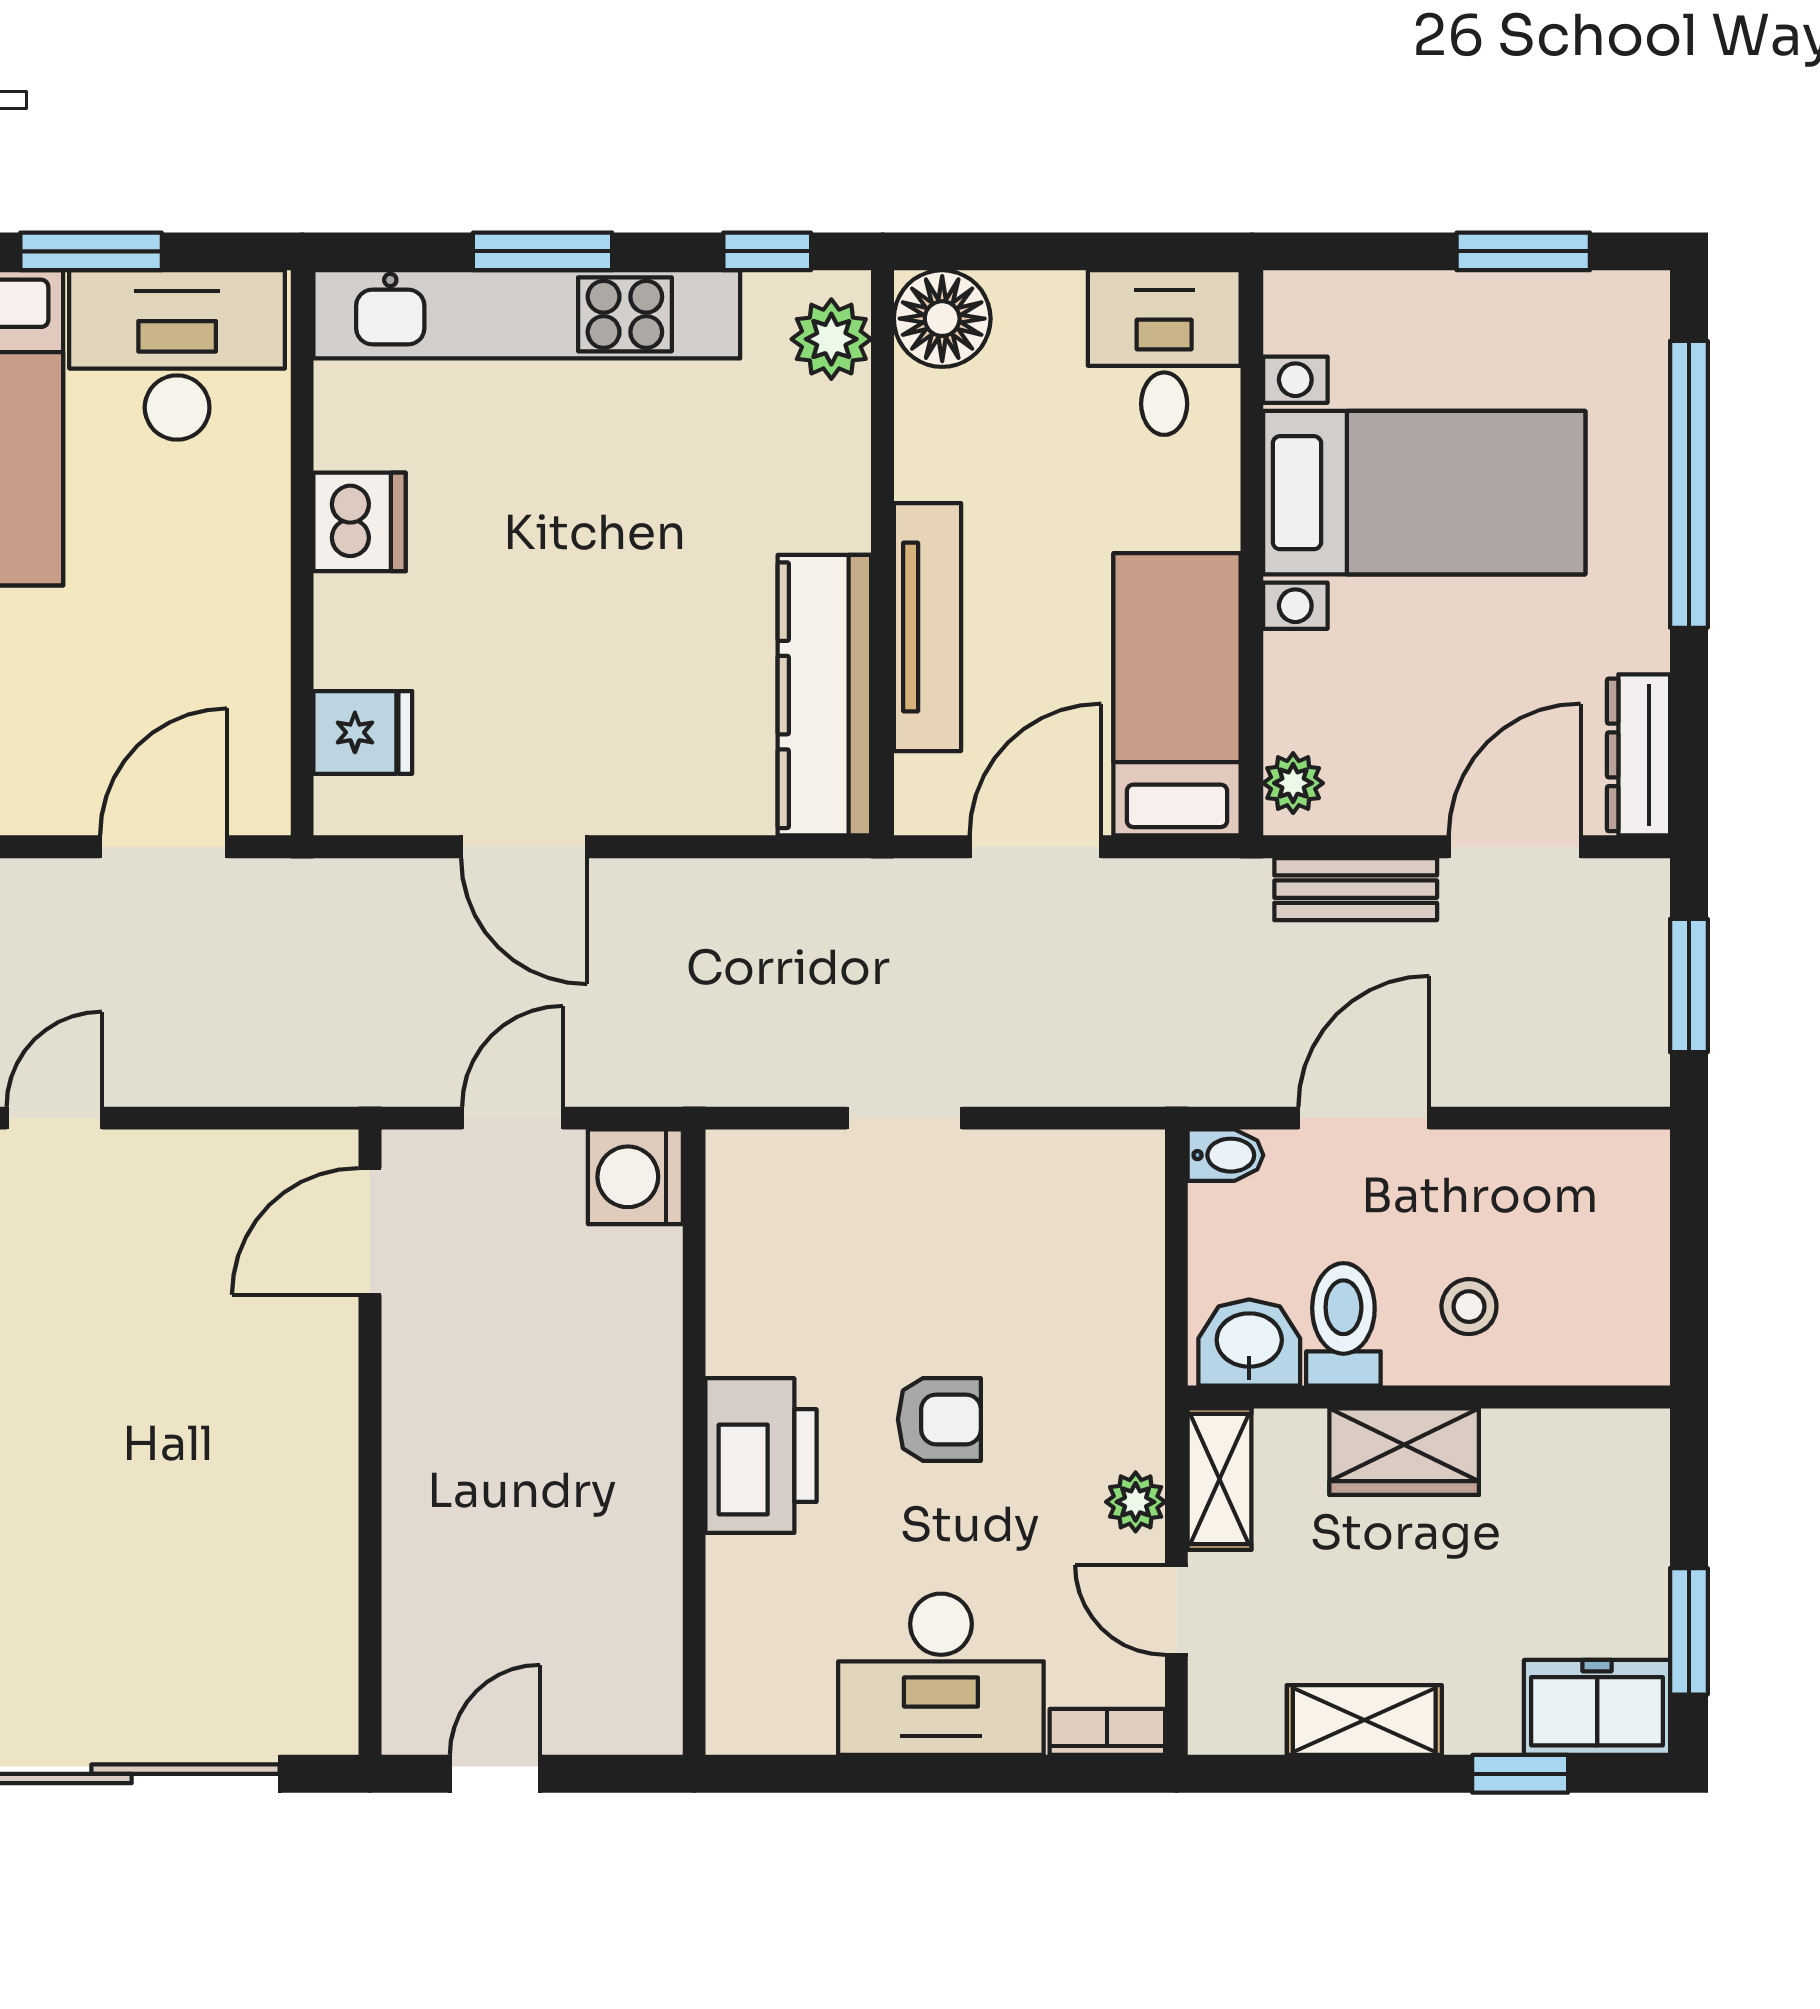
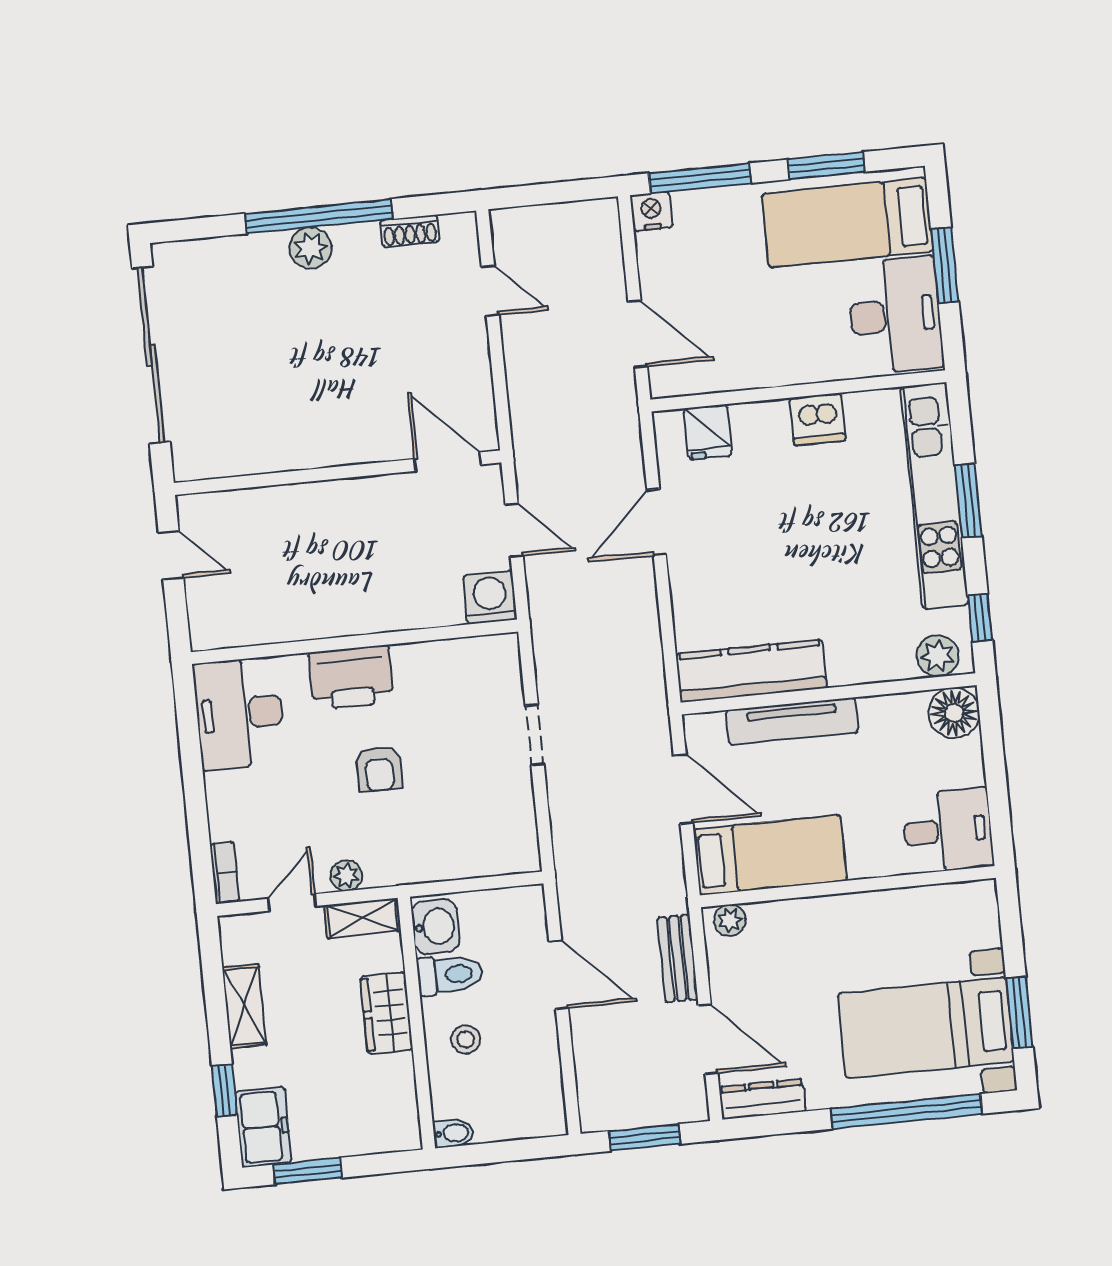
bed with nightstands: (1424, 493) -> (926, 1028), moved, turned 90
bidet: (1226, 1155) -> (453, 1133), moved, turned -90
desk: (941, 1674) -> (239, 713), moved

